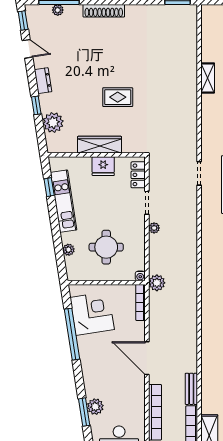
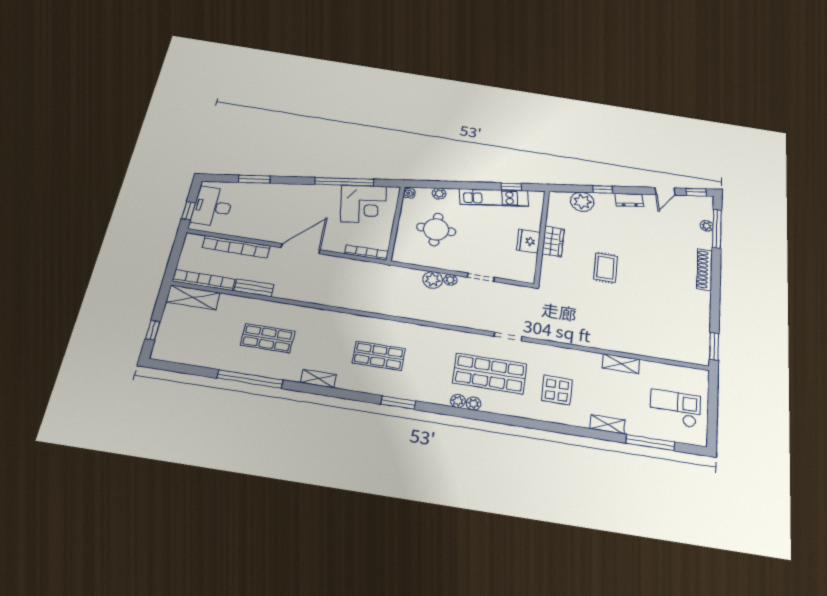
wardrobe: (100, 145) -> (553, 241), width x0.67
locker: (138, 175) -> (514, 274), removed
water cooler: (140, 276) -> (409, 193), moved
plant: (157, 283) -> (433, 280), moved
plant: (95, 407) -> (258, 190), removed

